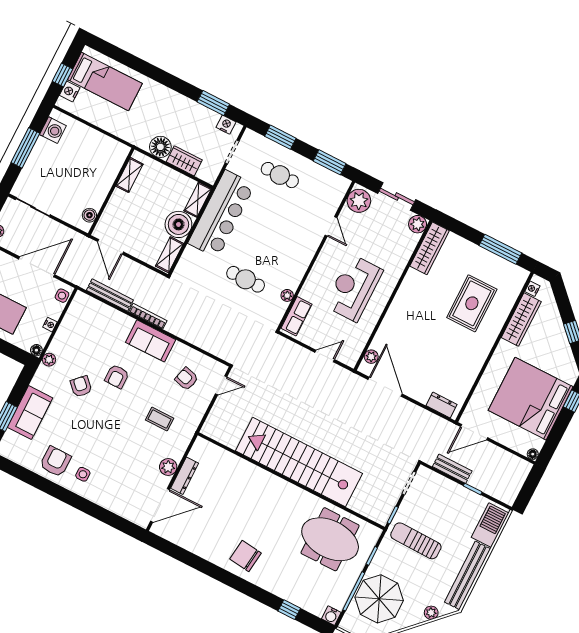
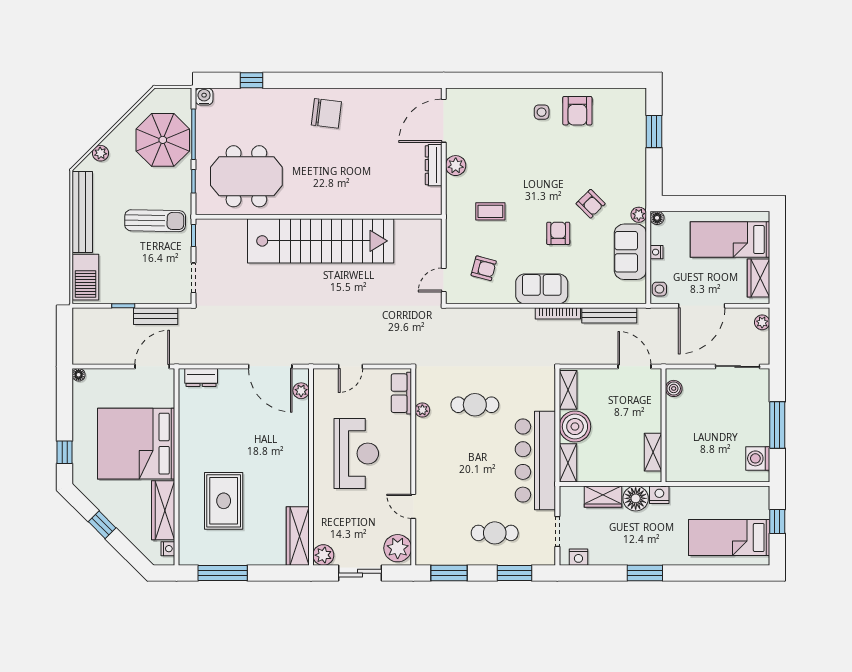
nightstand: (70, 91) -> (659, 495), moved, turned -90
window: (213, 103) -> (645, 573), moved
bed: (531, 399) -> (136, 444), moved, turned 180
sofa: (30, 413) -> (630, 252), moved

